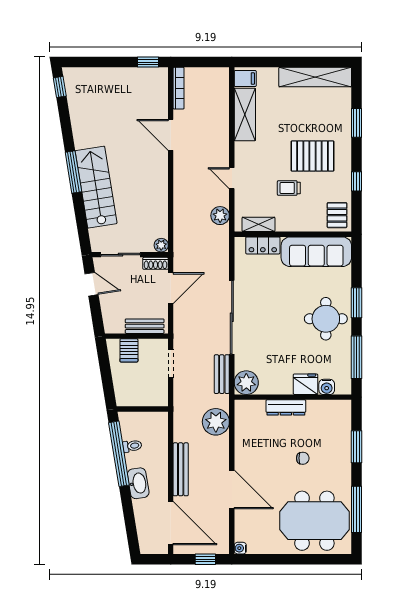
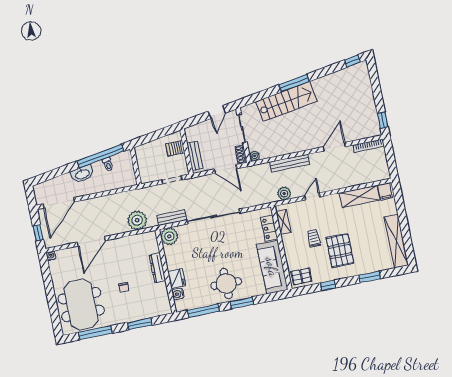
bench: (181, 469) -> (290, 163), moved

